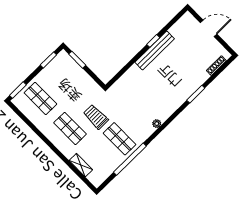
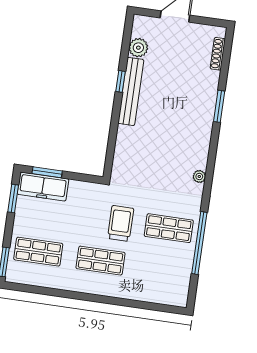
plant: (176, 30) -> (138, 48), added
freezer: (69, 66) -> (43, 187), added
trolley: (96, 117) -> (121, 223), turned 90
shelving: (81, 165) -> (146, 294), removed

